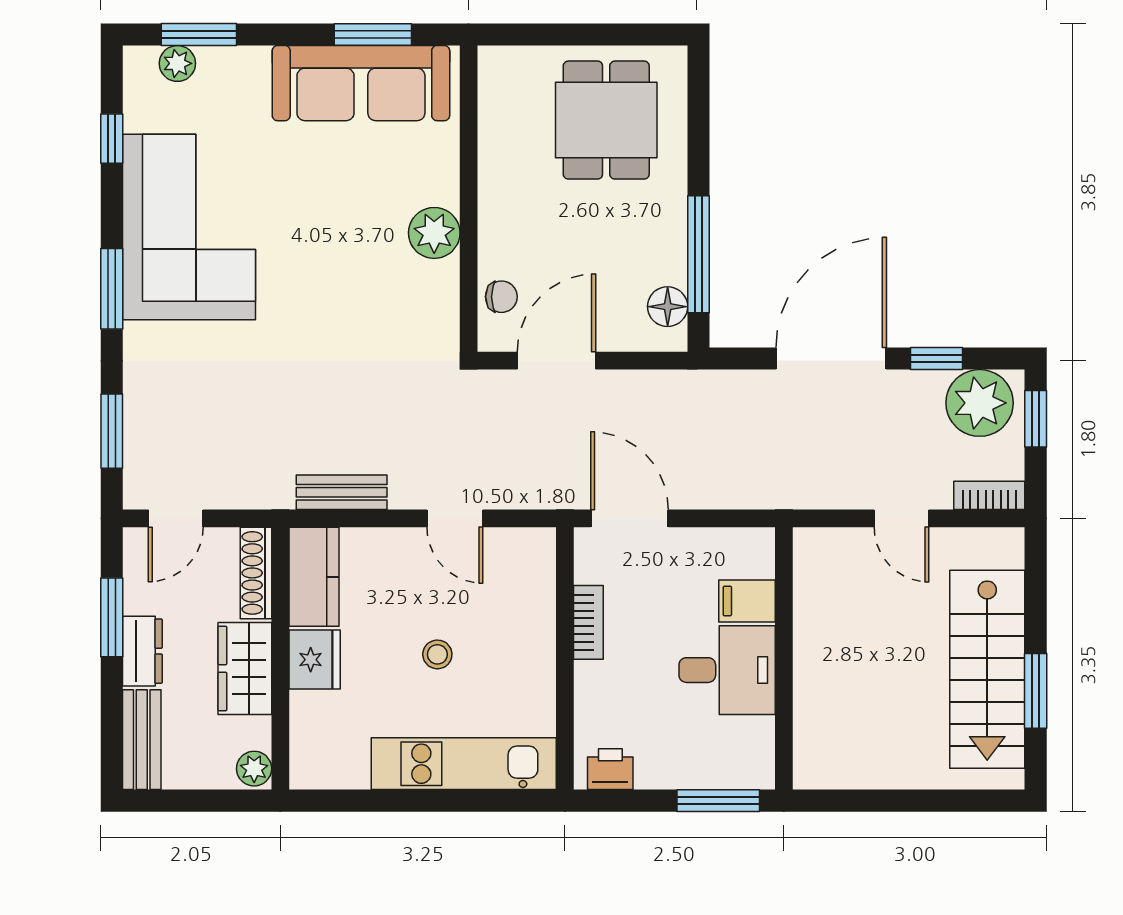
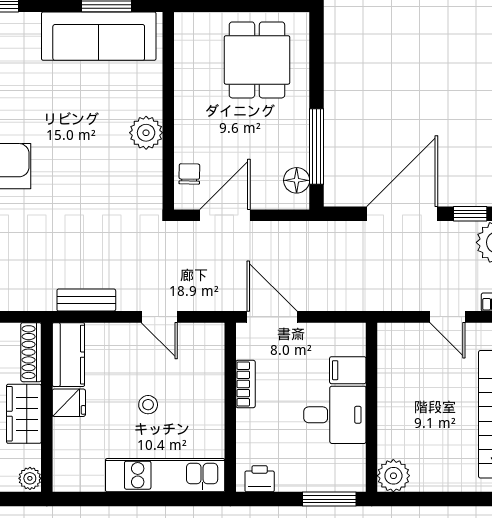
chair: (501, 297) -> (189, 174), turned -89
fridge: (315, 660) -> (69, 403), width x0.72
plant: (818, 765) -> (393, 476), added

